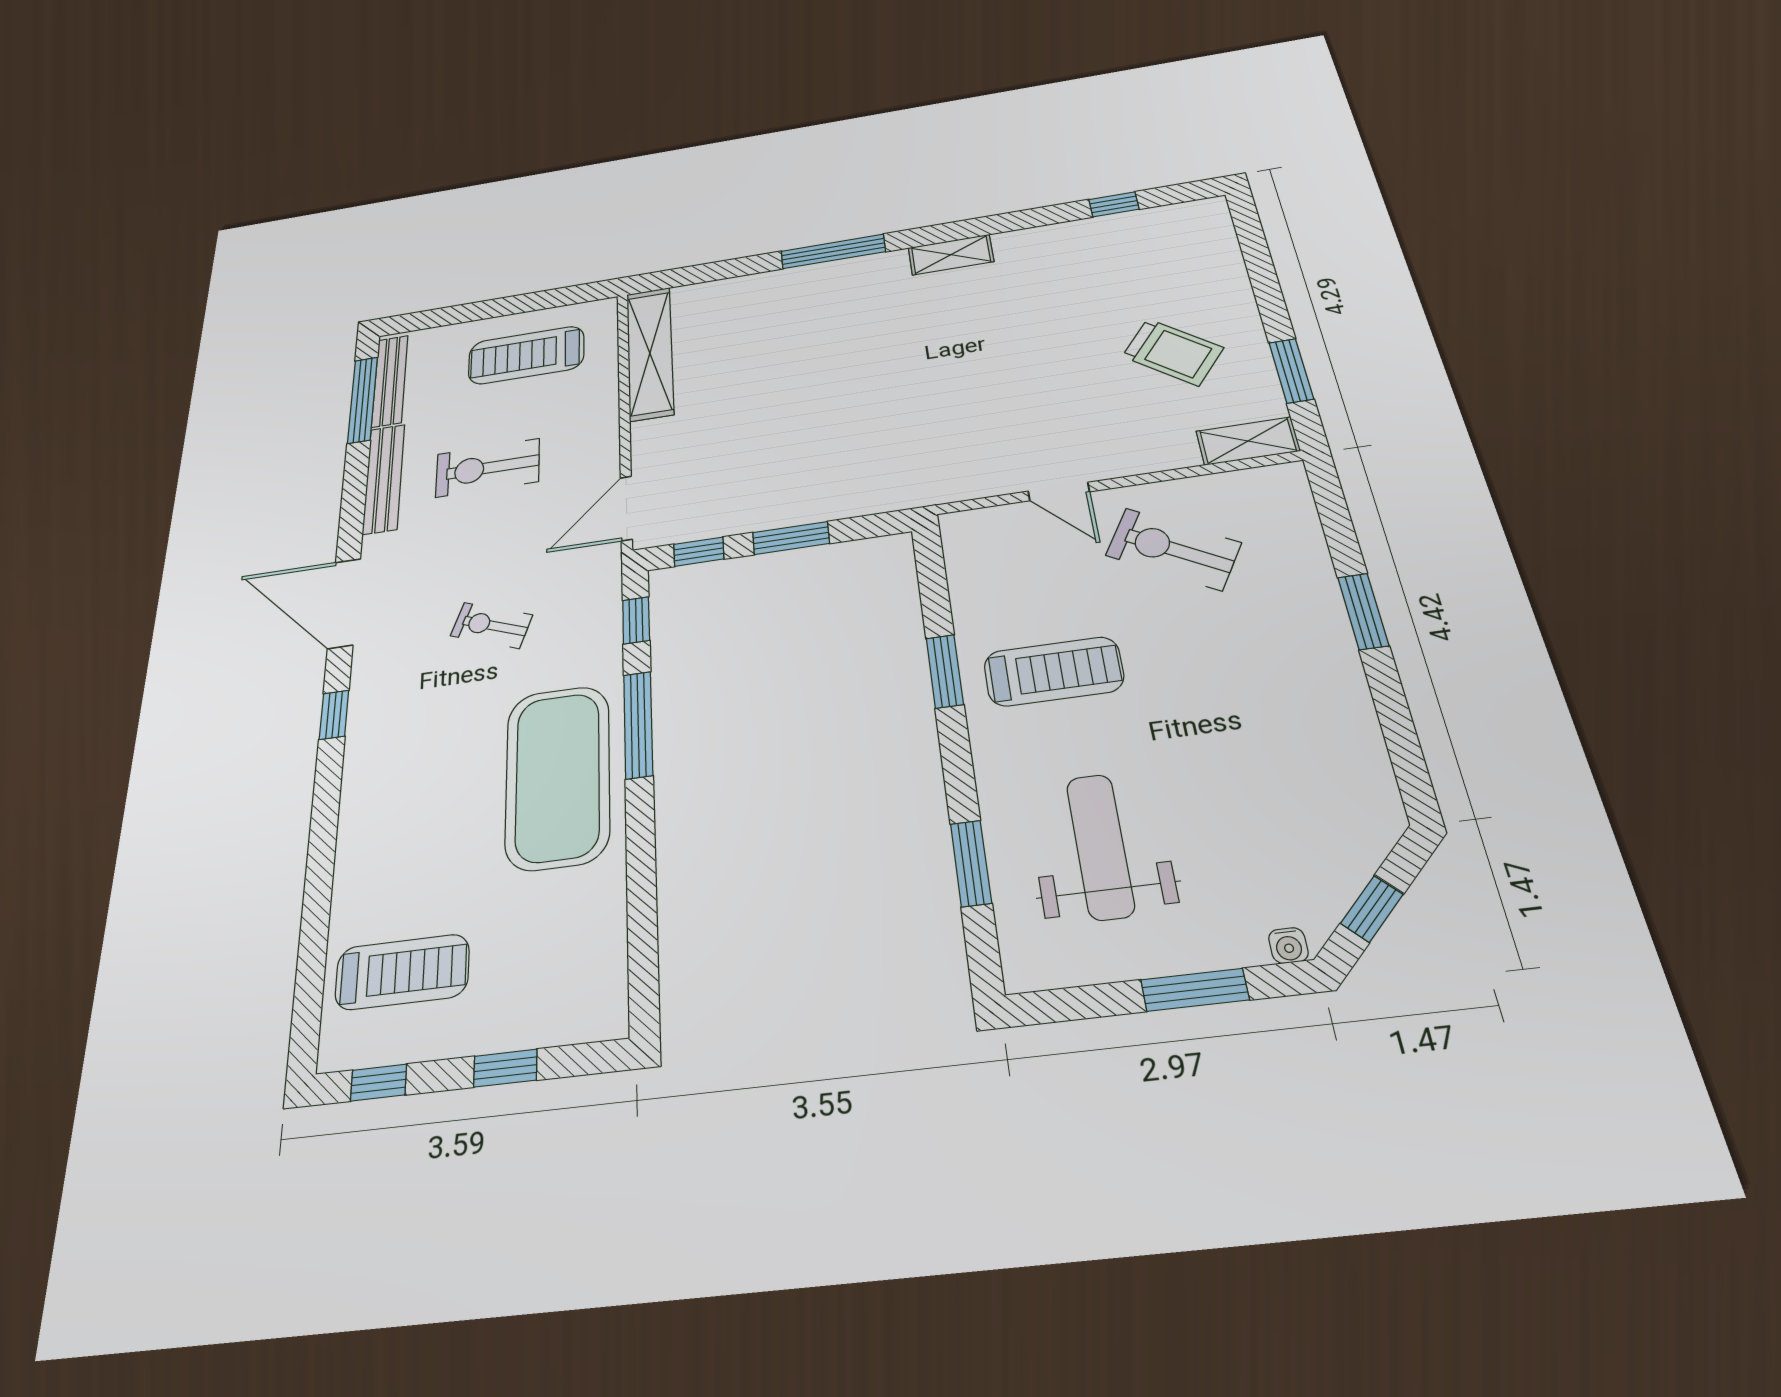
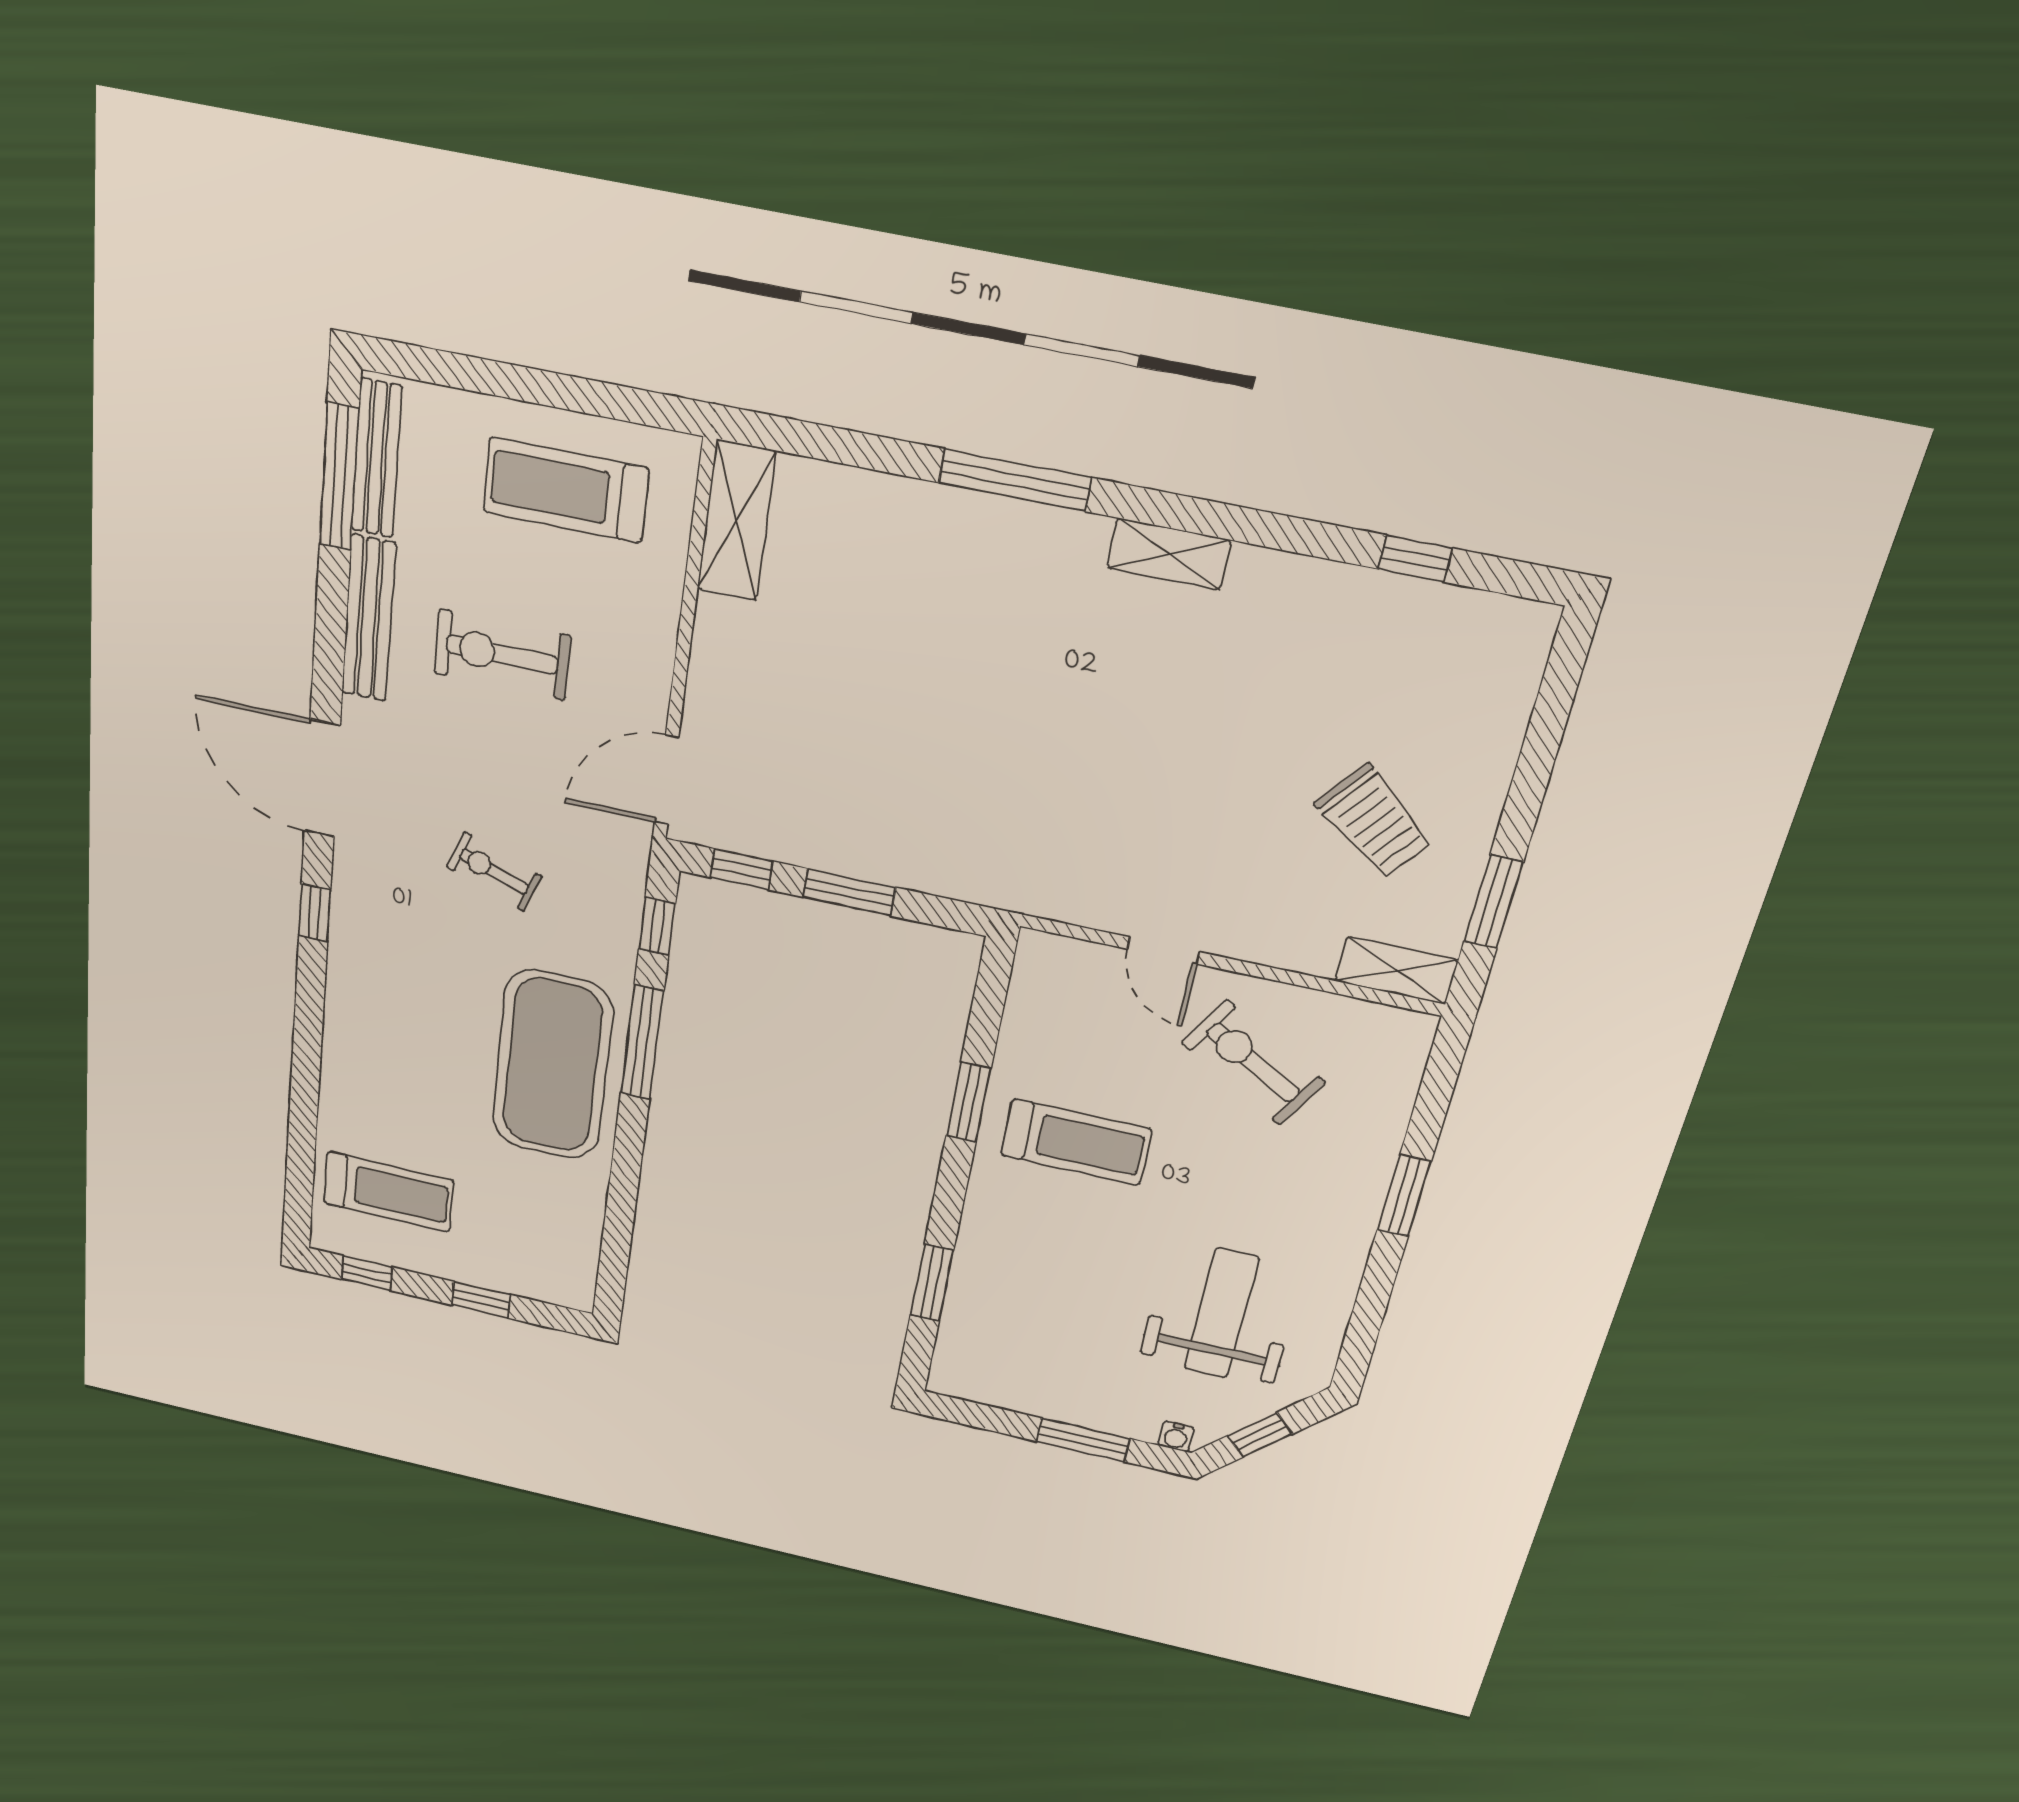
shelving: (650, 353) -> (736, 521), width x0.68
weight bench: (1100, 846) -> (1222, 1313), moved

